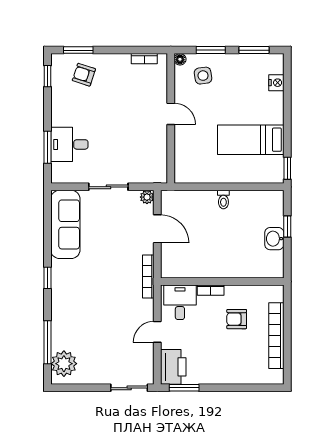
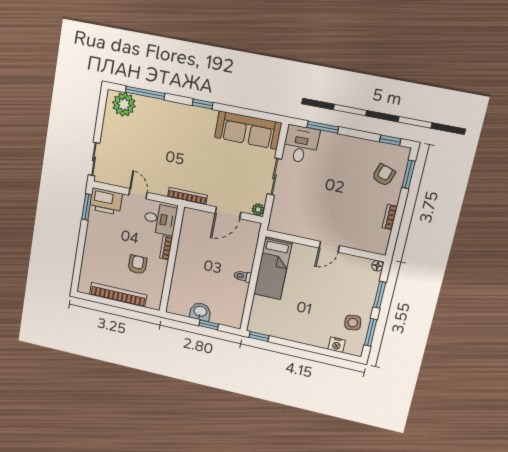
bookcase: (144, 59) -> (390, 217), moved
side table: (203, 76) -> (353, 323), moved
bed: (251, 140) -> (273, 268), moved, turned 180
desk: (69, 144) -> (301, 144), moved

